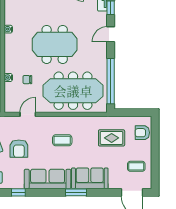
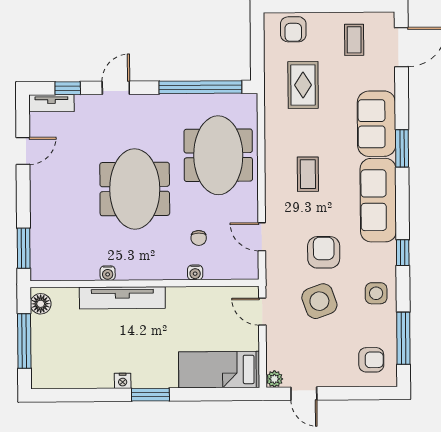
door: (111, 34) -> (116, 88), swing flipped
meeting table: (73, 91) -> (218, 155), width x0.73
armchair: (19, 149) -> (324, 252), turned -90

